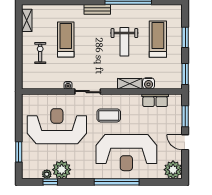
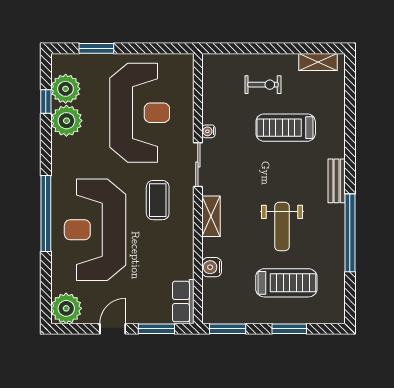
treadmill: (66, 40) -> (286, 128), turned 180
weight bench: (124, 42) -> (282, 226), turned -90
shelving: (130, 84) -> (211, 216), moved
row of seats: (155, 100) -> (183, 302), moved
plant: (47, 174) -> (66, 89), width x1.88, depth x1.88

